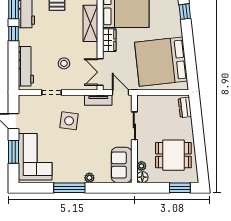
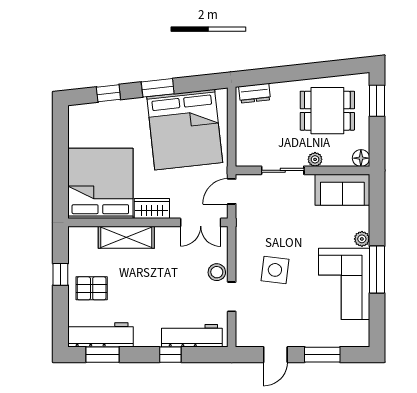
window: (13, 34) -> (170, 355), moved
window: (188, 44) -> (158, 88), added
stool: (64, 63) -> (217, 272), moved
tv unit: (98, 100) -> (243, 225), removed
dining table: (173, 155) -> (327, 111), turned 90
corner sofa: (35, 157) -> (344, 284), moved, turned -90
plant: (141, 166) -> (315, 159), moved

